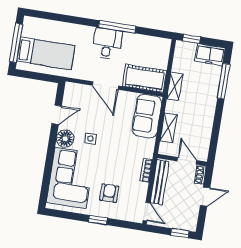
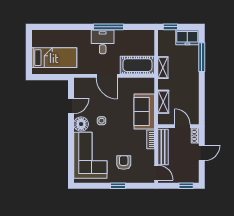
window: (16, 43) -> (29, 53), removed
sofa: (147, 116) -> (144, 111), moved

